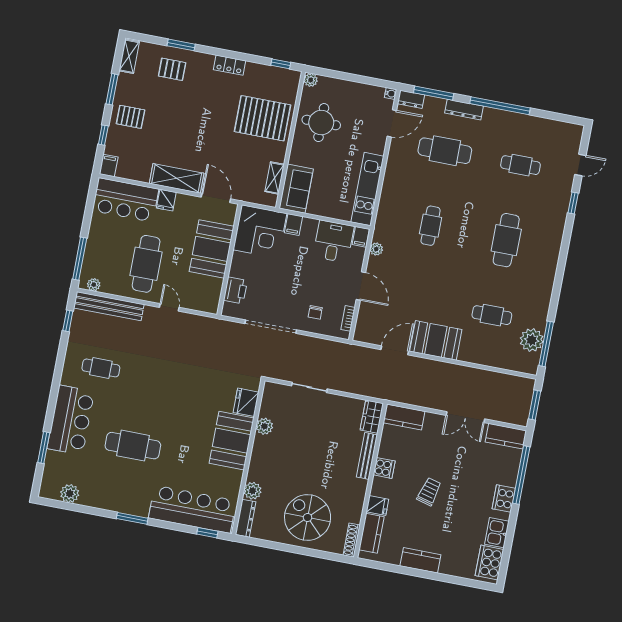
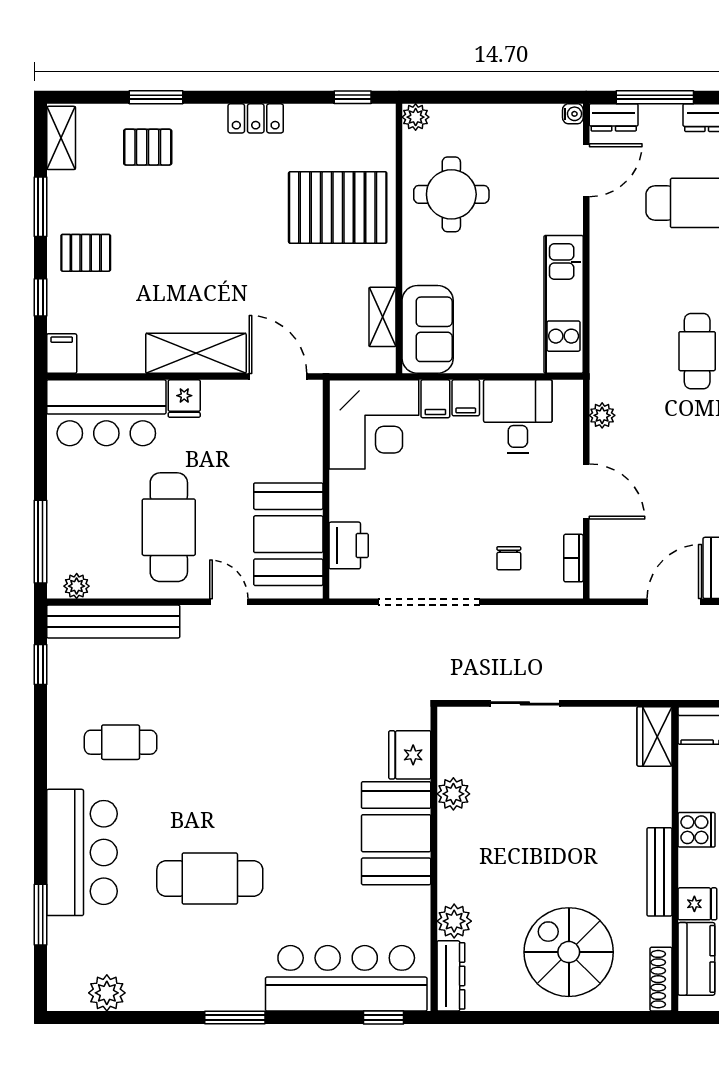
filing cabinet: (361, 237) -> (466, 398), moved
booth: (212, 249) -> (288, 534), moved
bench: (367, 456) -> (659, 872), moved

